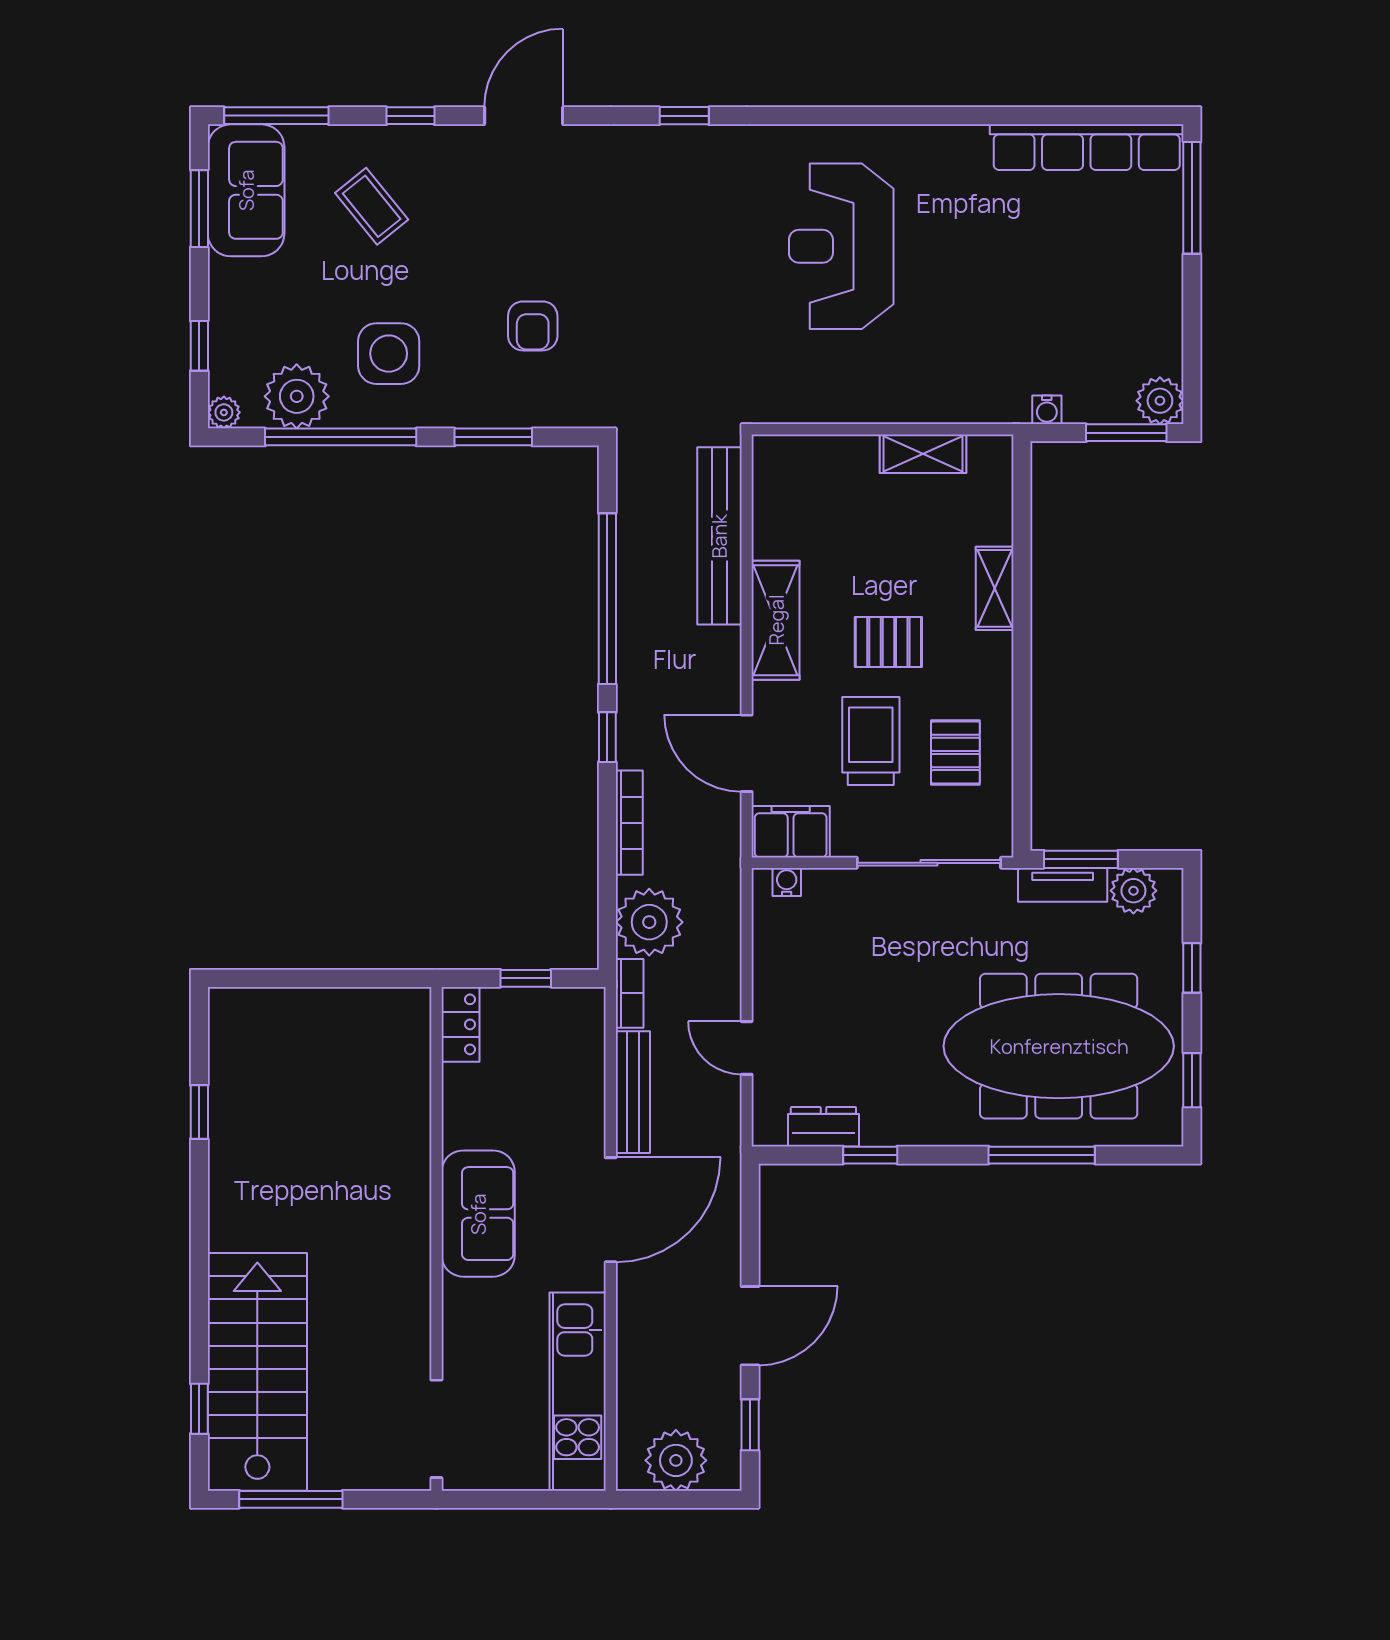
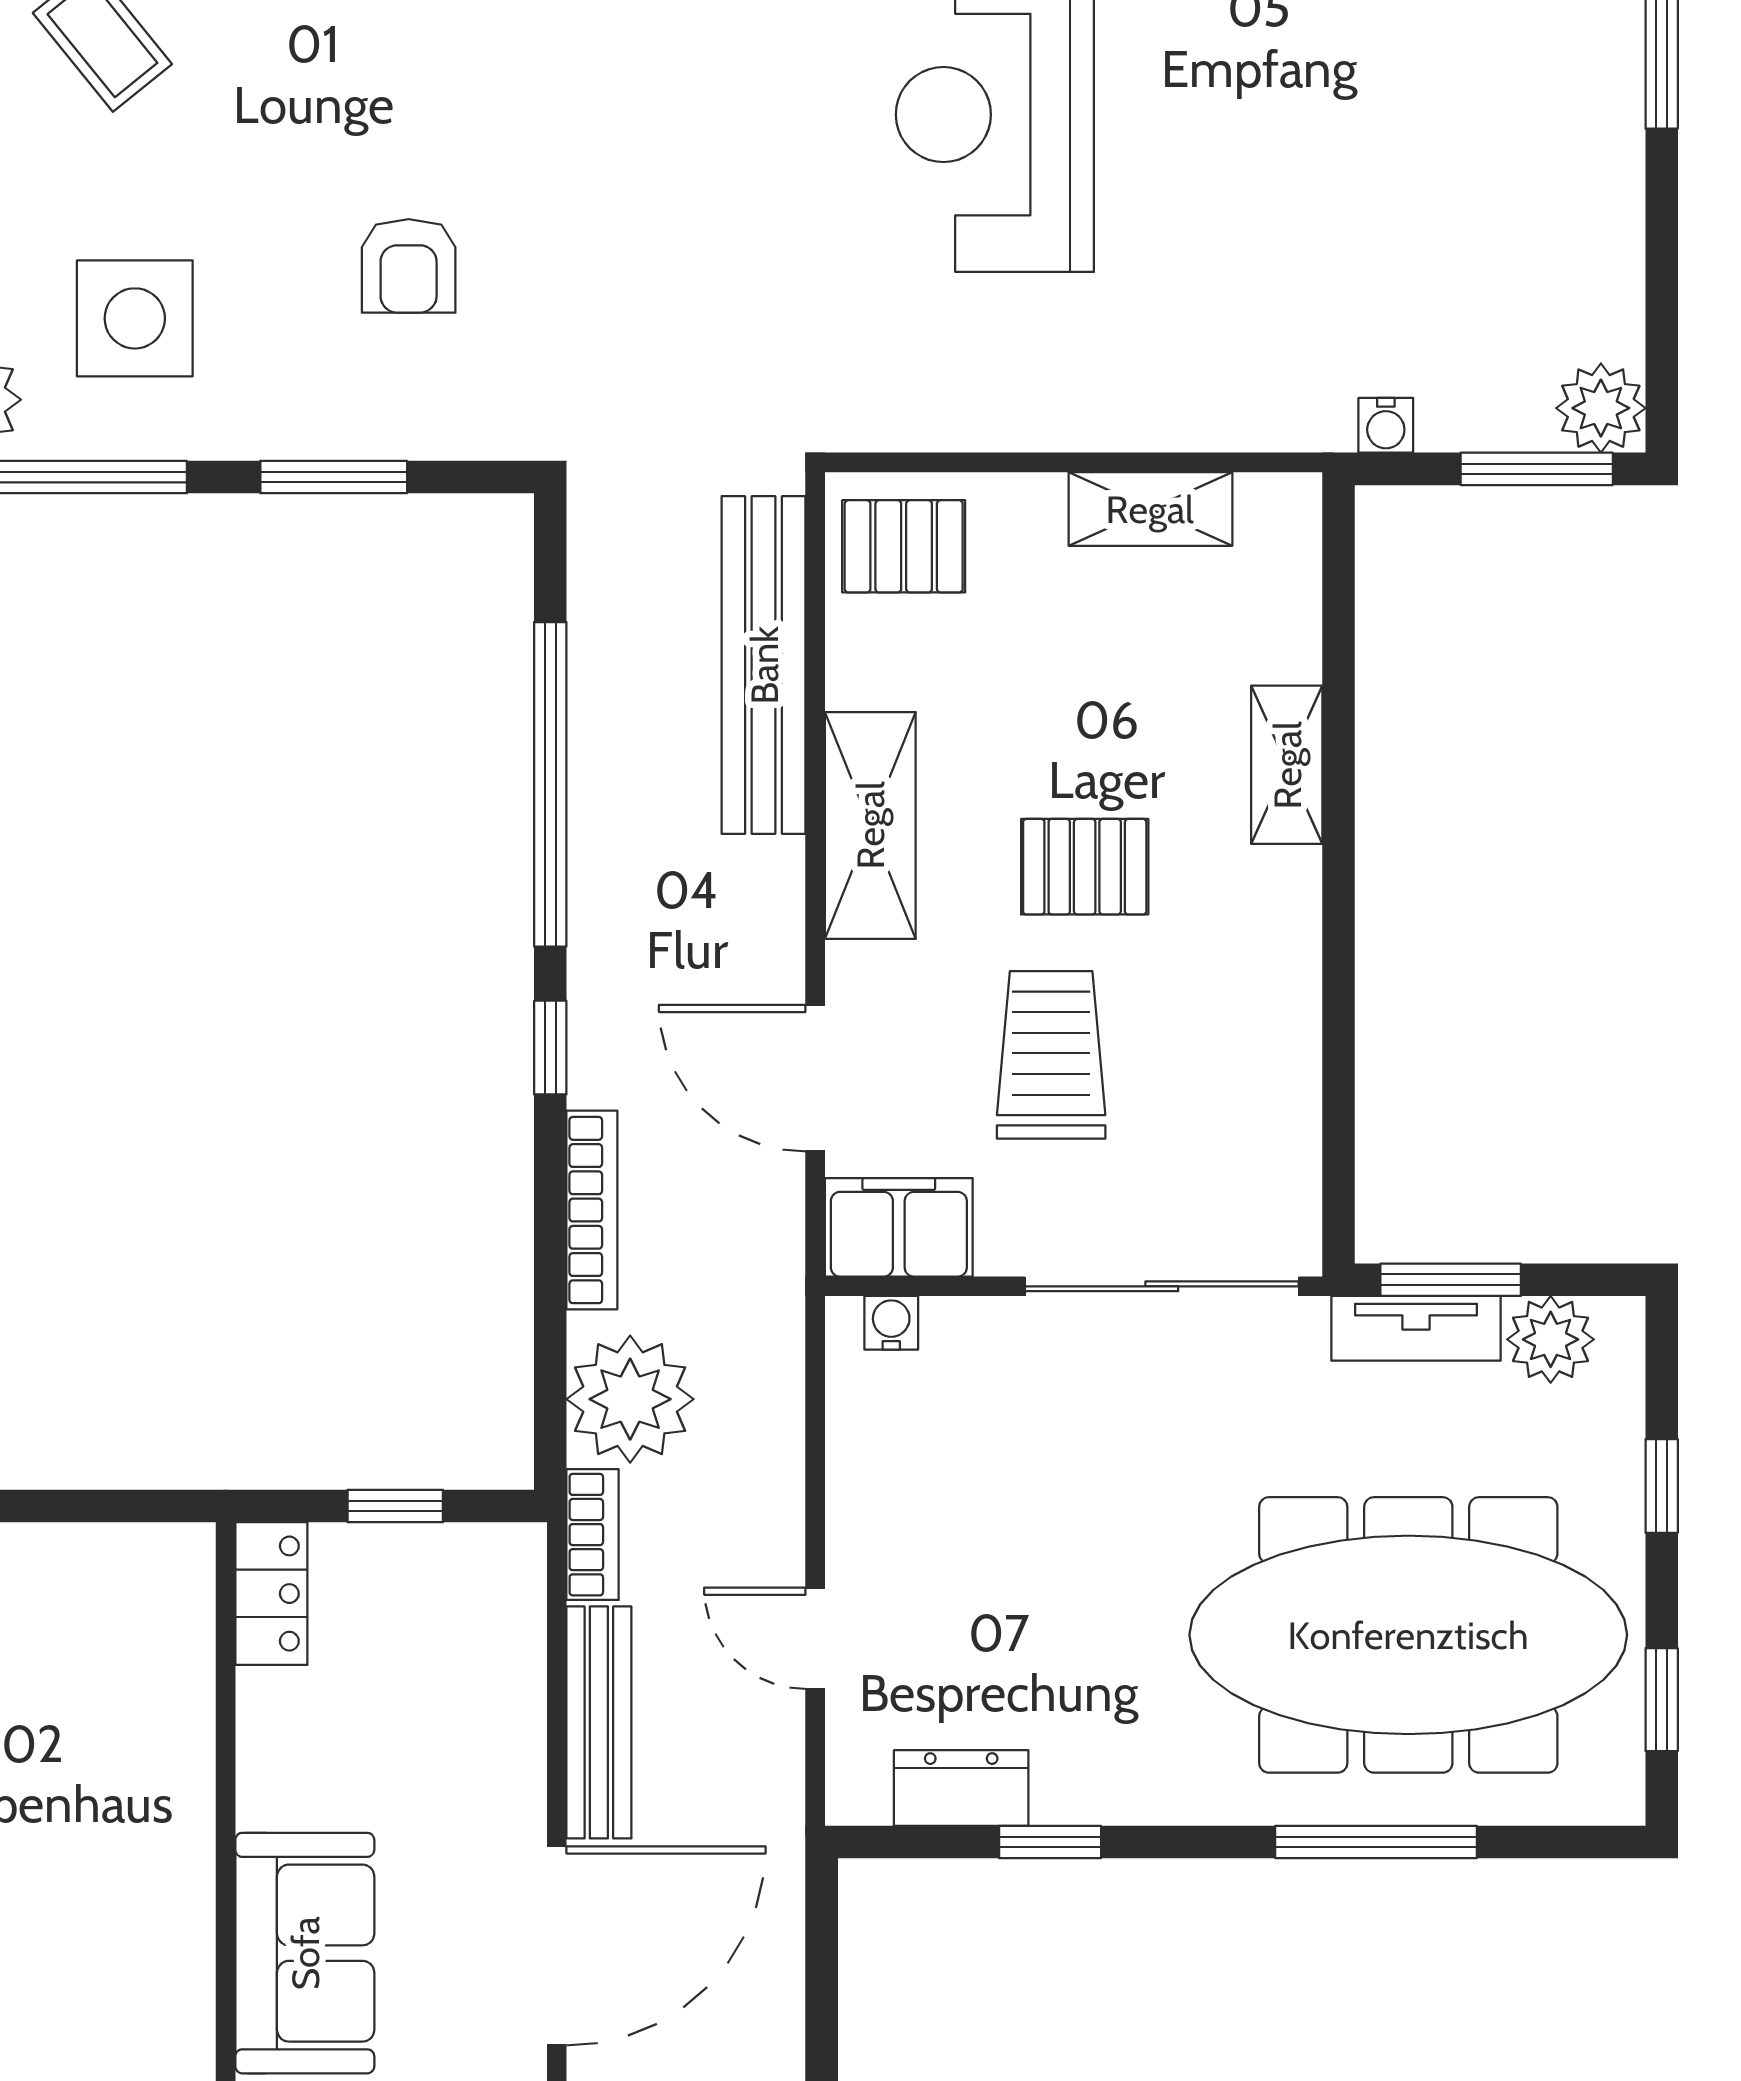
pallet: (955, 752) -> (904, 546), moved, turned 90

